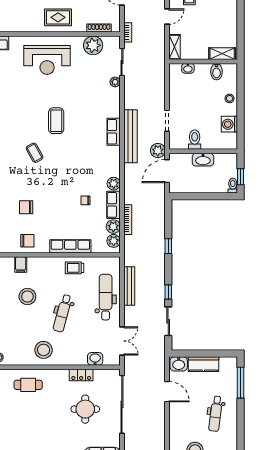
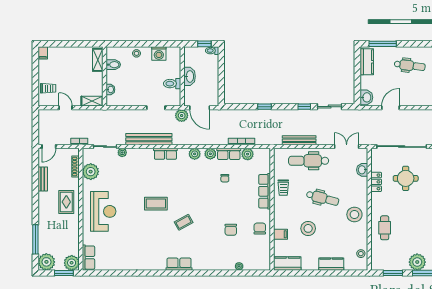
bench: (130, 136) -> (149, 139), moved
plant: (114, 241) -> (195, 154), moved
kitchen counter: (203, 364) -> (367, 62), moved

